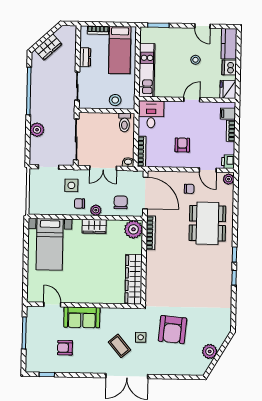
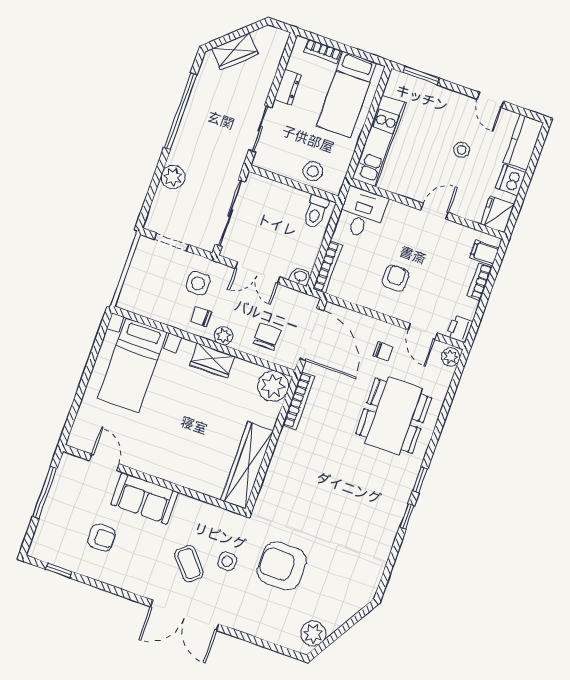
armchair: (173, 330) -> (282, 566), turned 85
armchair: (65, 348) -> (102, 538), turned 180
plant: (210, 351) -> (313, 634), moved

